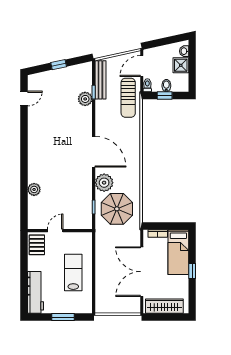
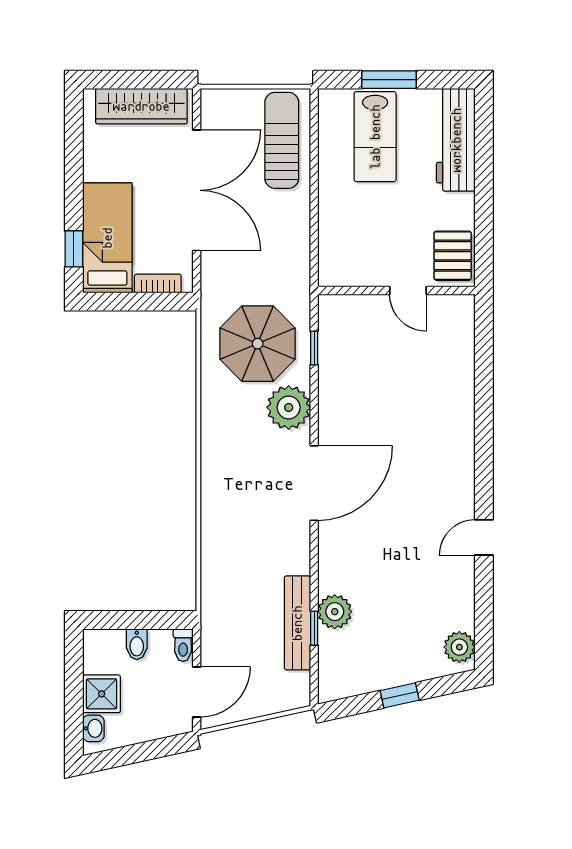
bench: (100, 80) -> (297, 623), moved
window: (165, 96) -> (141, 620), removed
sun lounger: (128, 98) -> (282, 140), moved
door: (24, 99) -> (484, 537), moved
door: (94, 152) -> (314, 483), swing flipped
plant: (34, 189) -> (459, 647), moved
door: (55, 231) -> (408, 290), hinge flipped
window: (192, 271) -> (74, 249), moved
lab bench: (73, 273) -> (375, 137), moved

